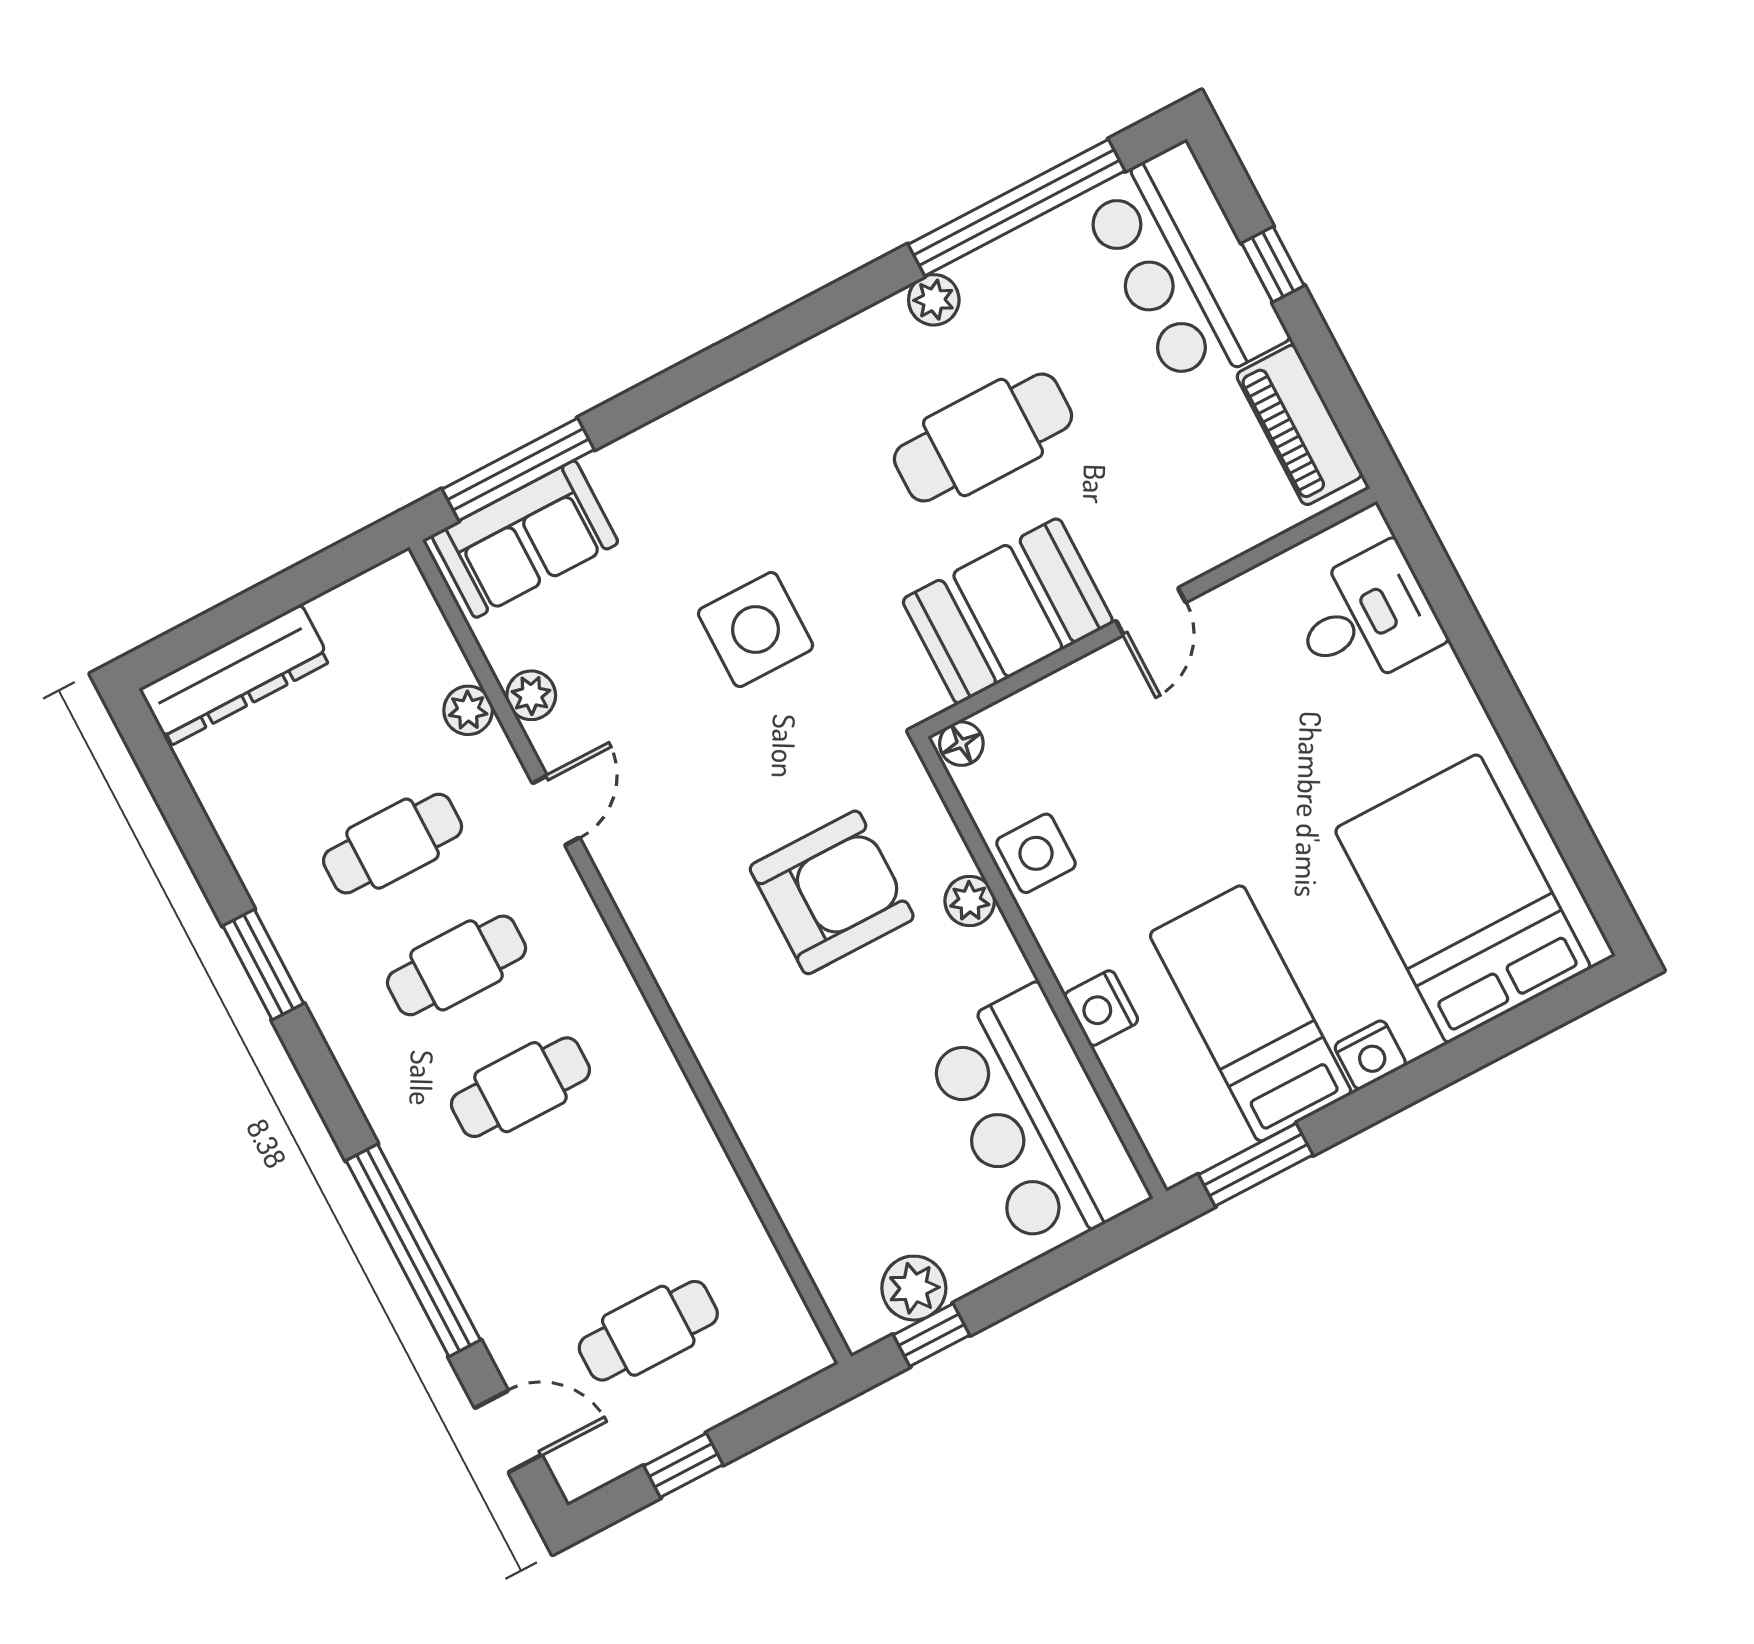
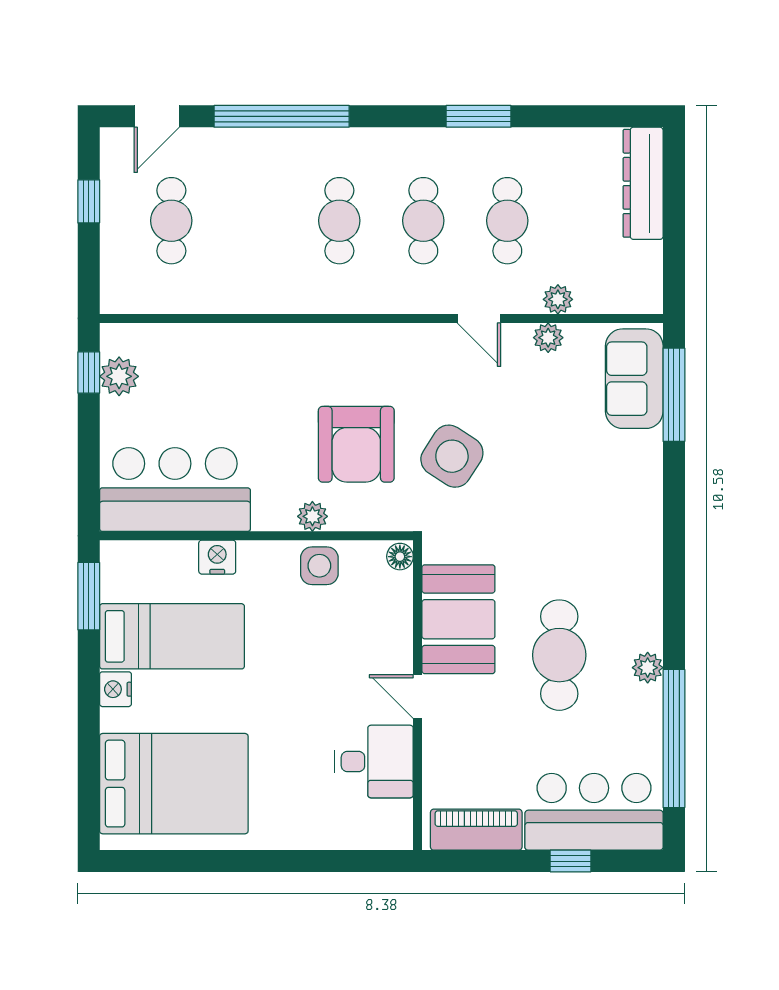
desk: (1366, 618) -> (374, 761), moved, turned -90
side table: (756, 629) -> (452, 456), moved, turned 33

